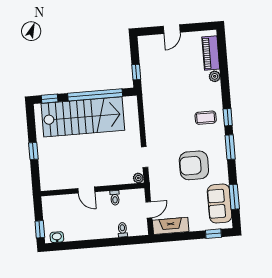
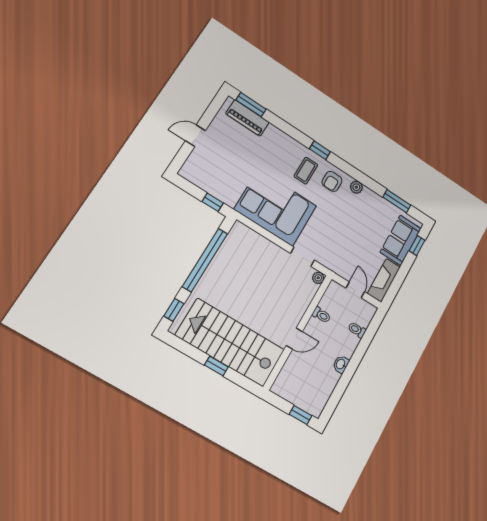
door: (172, 29) -> (195, 136), swing flipped
plant: (215, 76) -> (356, 187), moved
corner sofa: (164, 115) -> (276, 208), added
stairs: (83, 117) -> (230, 343), moved, turned -90
window: (230, 147) -> (251, 105), moved
armchair: (194, 165) -> (332, 181), moved, width x0.53, depth x0.53
sofa: (220, 203) -> (401, 240), moved, turned 90
washbasin: (57, 237) -> (341, 364), moved

